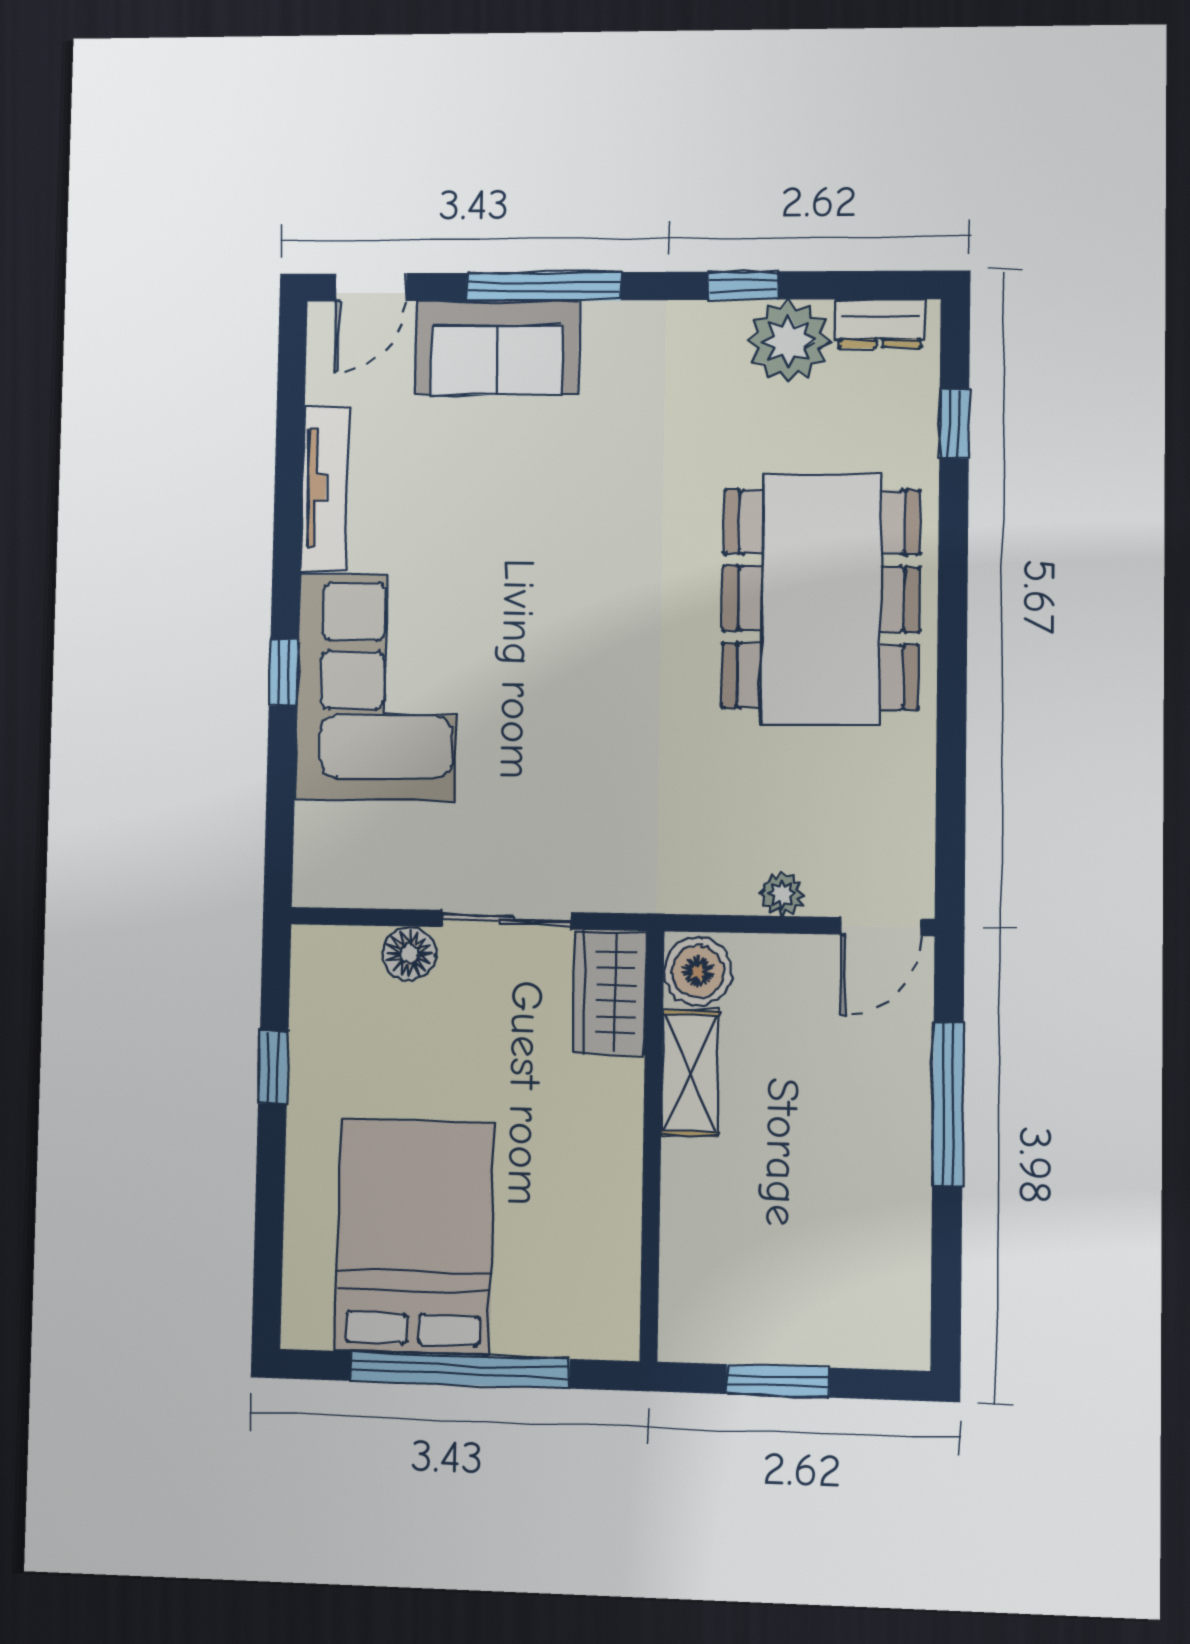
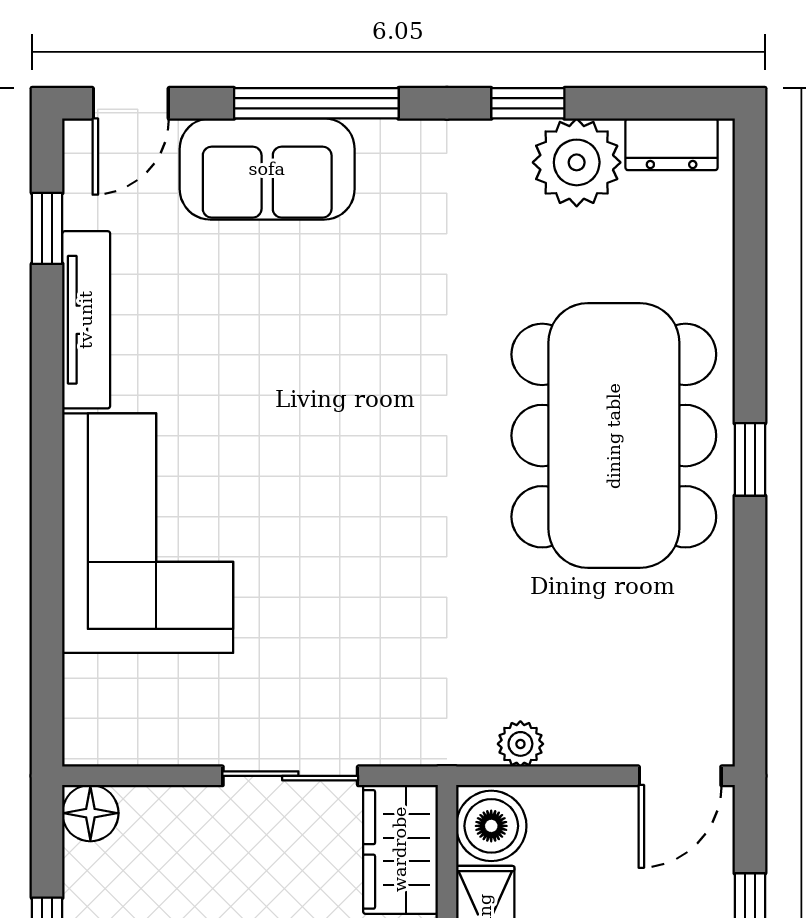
window: (954, 424) -> (750, 459), moved
window: (284, 672) -> (47, 228), moved
plant: (782, 894) -> (520, 744), moved
floor lamp: (409, 953) -> (90, 813), moved

